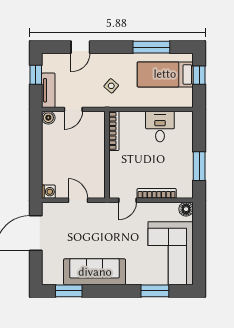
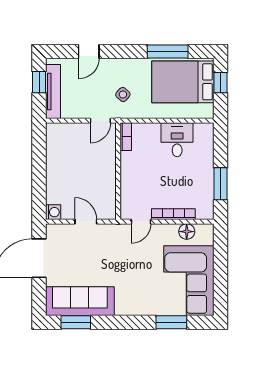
bed: (165, 74) -> (183, 82), width x1.50
tv unit: (48, 90) -> (53, 92), width x1.41
door: (73, 109) -> (100, 121), moved
boiler: (48, 118) -> (53, 130), removed
bookcase: (114, 131) -> (126, 137), width x0.64
floor lamp: (186, 209) -> (187, 232), moved
sofa: (95, 272) -> (80, 301), moved

